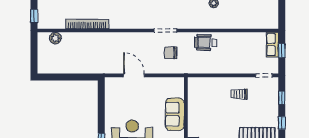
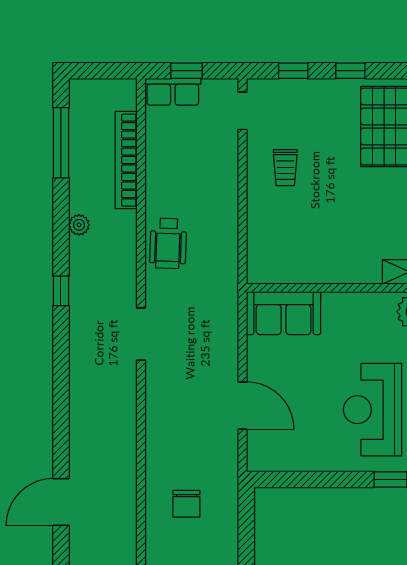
bookcase: (87, 24) -> (126, 160), moved
chair: (171, 53) -> (186, 504), moved
door: (134, 75) -> (243, 406), swing flipped
sofa: (175, 114) -> (284, 313), moved

